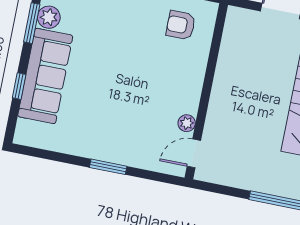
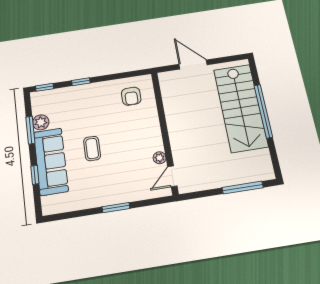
armchair: (181, 25) -> (131, 96), turned -90
coffee table: (104, 78) -> (92, 149), added

